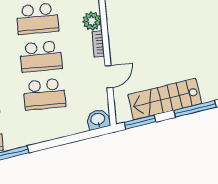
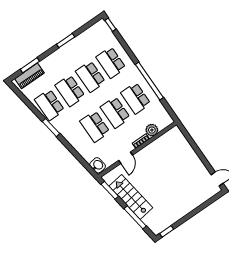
door: (109, 77) -> (126, 158), hinge flipped

